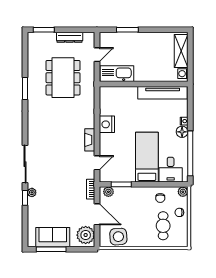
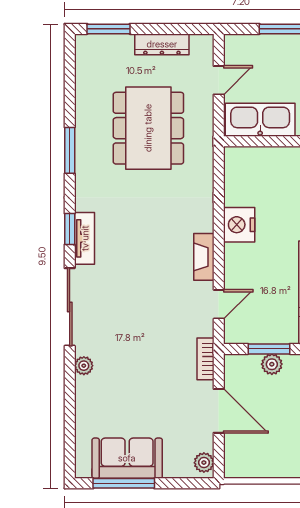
tv unit: (32, 131) -> (85, 238), added
plant: (108, 192) -> (272, 364), moved
window: (25, 198) -> (70, 229), moved
plant: (86, 235) -> (204, 463), width x0.53, depth x0.53
side table: (118, 237) -> (263, 457), removed

